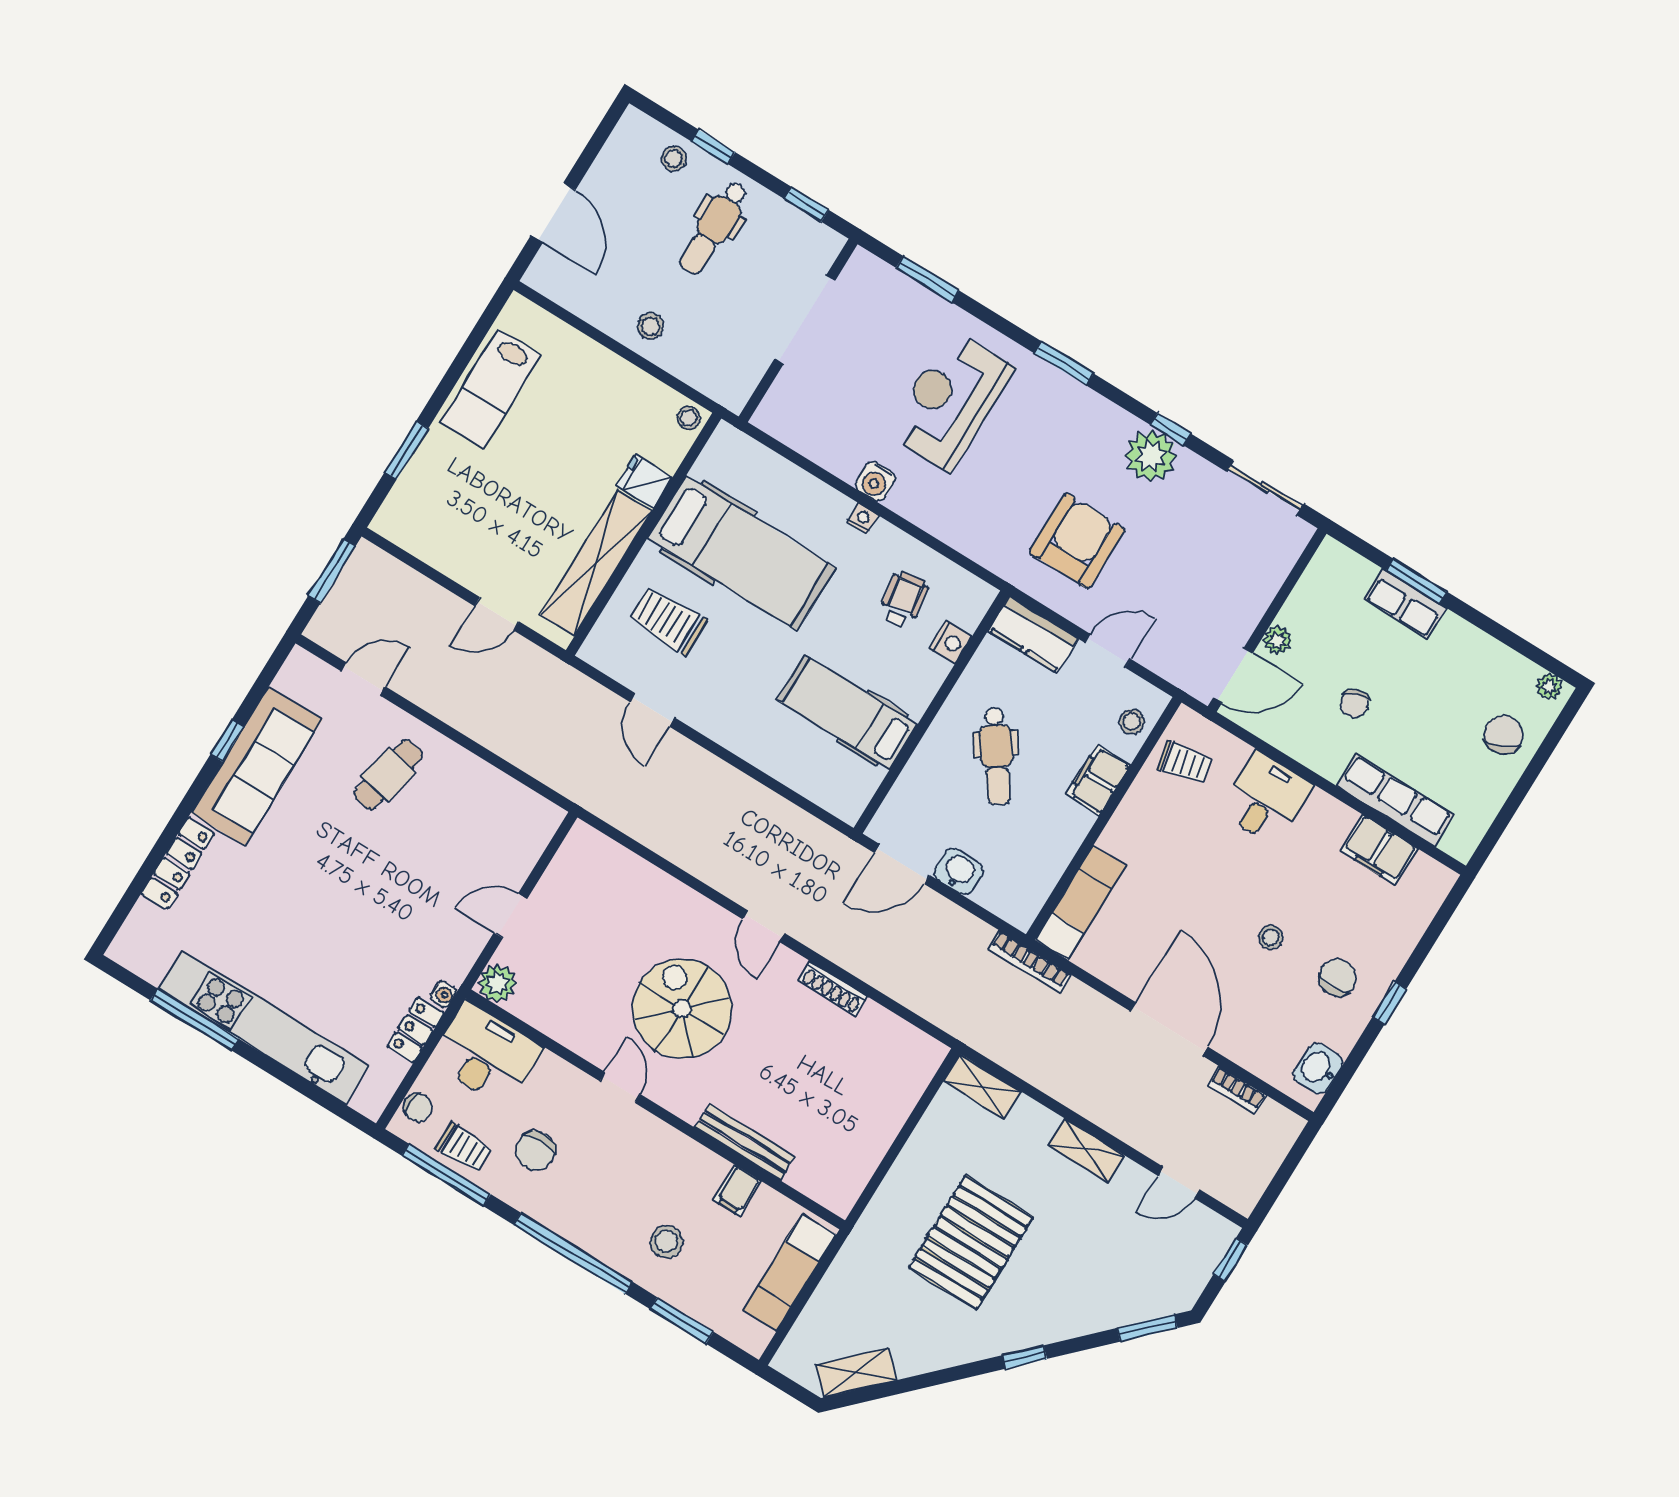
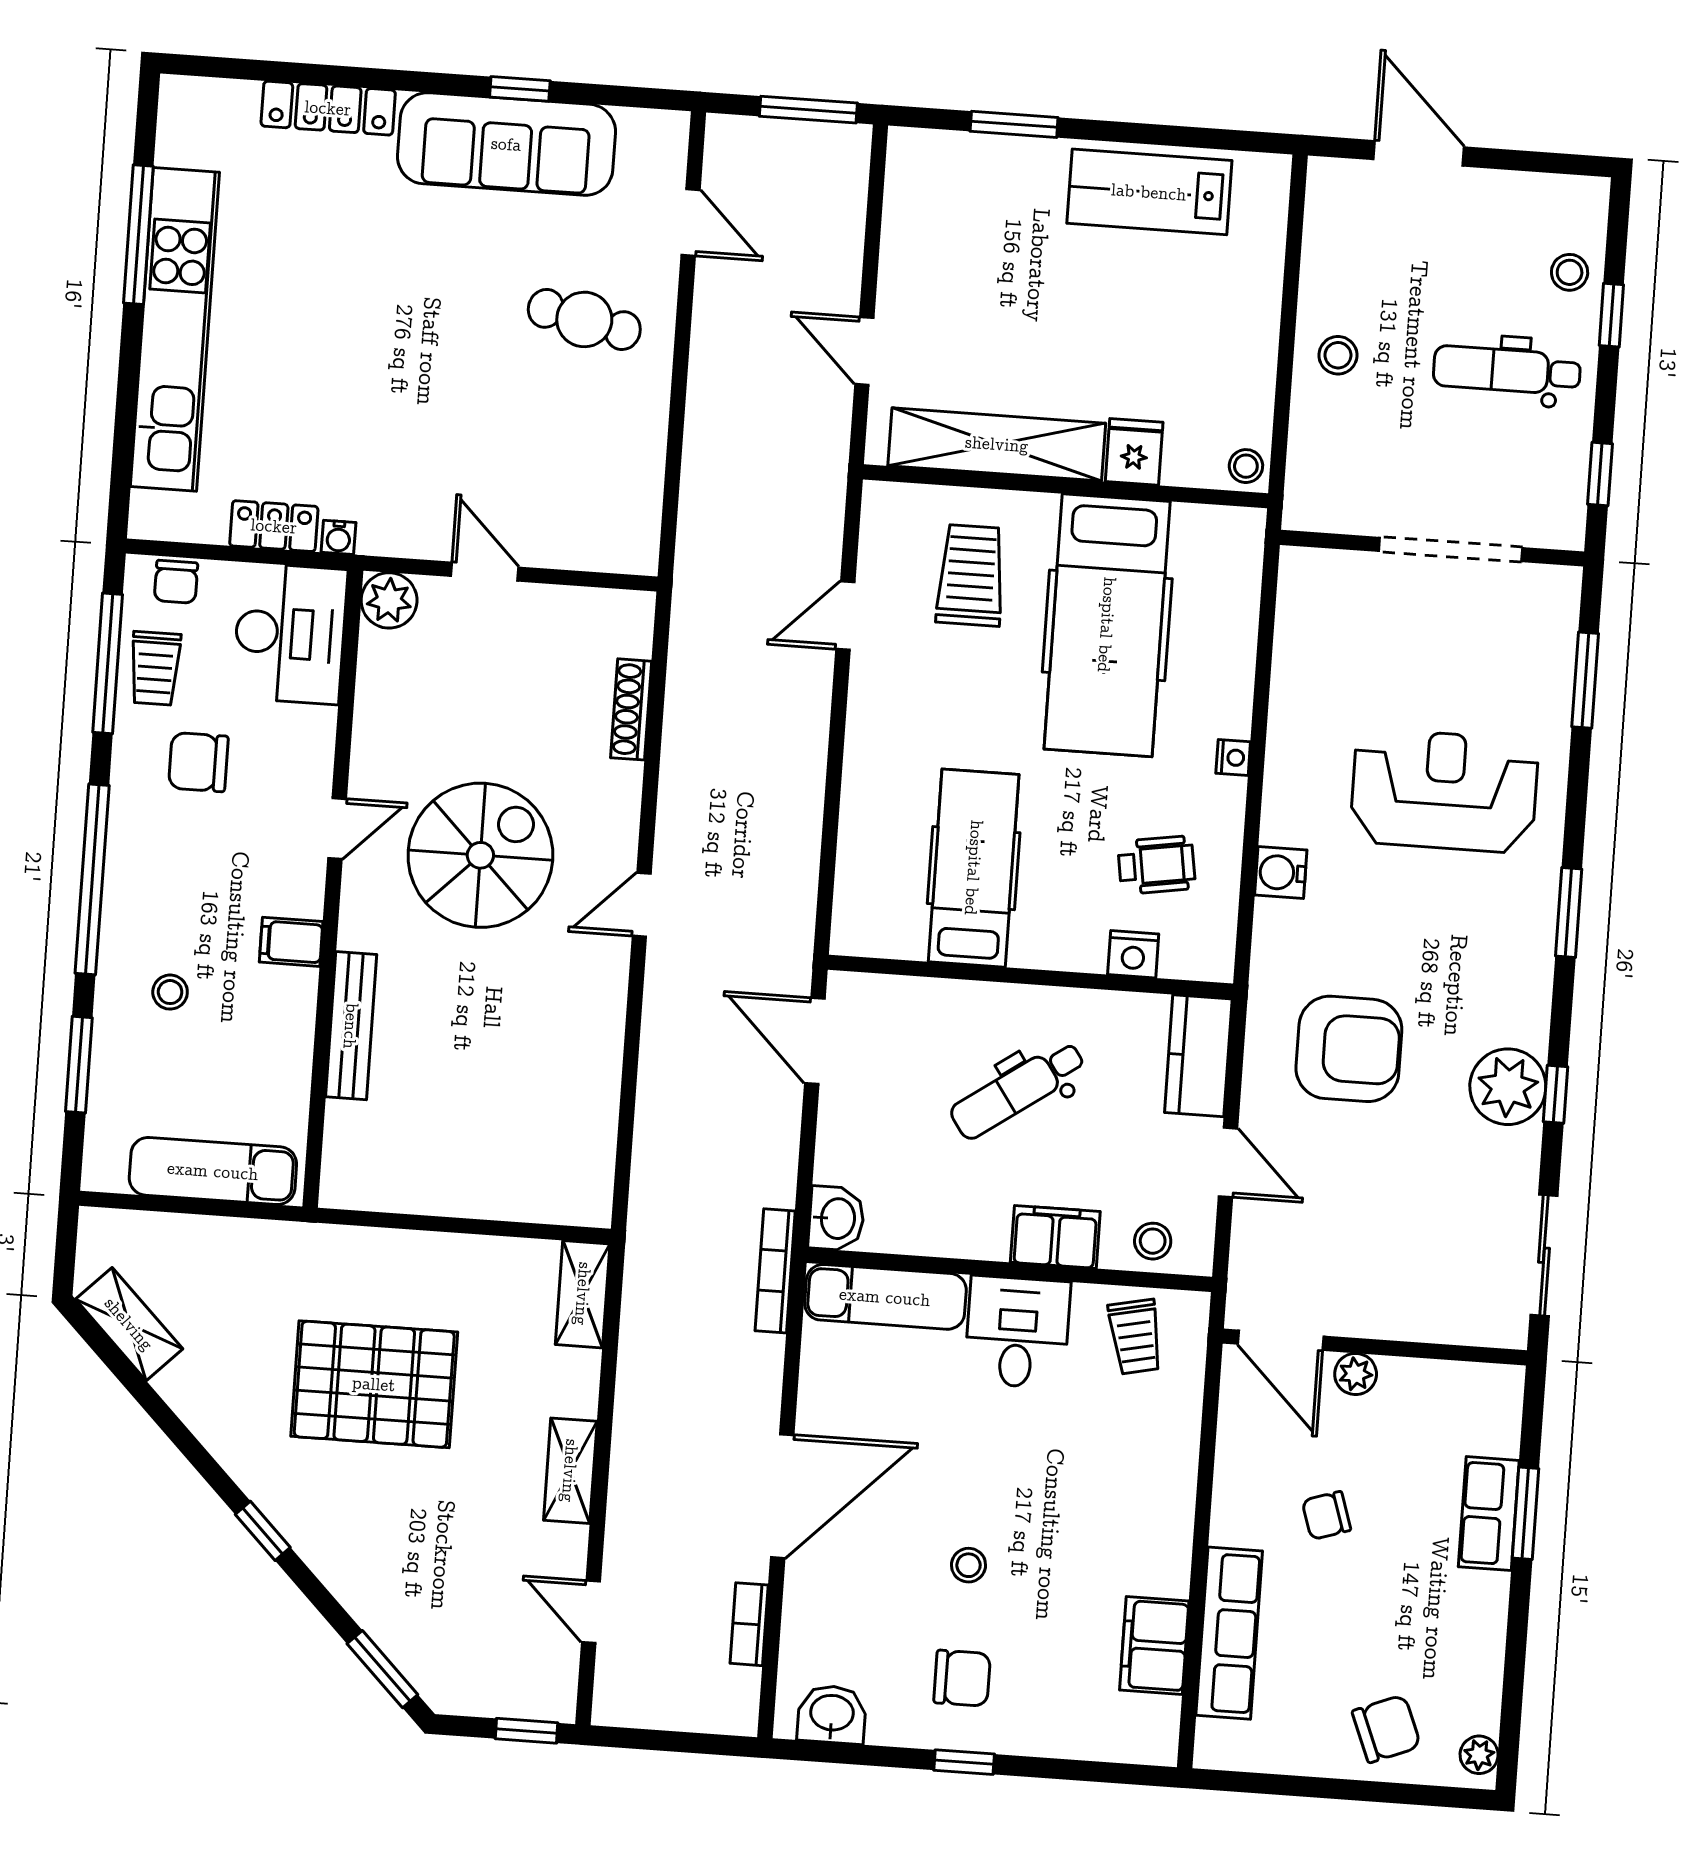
door: (553, 213) -> (1419, 153), swing flipped
water cooler: (875, 481) -> (1281, 873), moved
desk: (1266, 798) -> (1017, 1332), moved, turned -90
washbasin: (959, 871) -> (836, 1218), moved
shoe rack: (833, 989) -> (631, 709), moved
filing cabinet: (738, 1191) -> (291, 942), moved
stool: (667, 1242) -> (170, 992), width x0.73, depth x0.73

